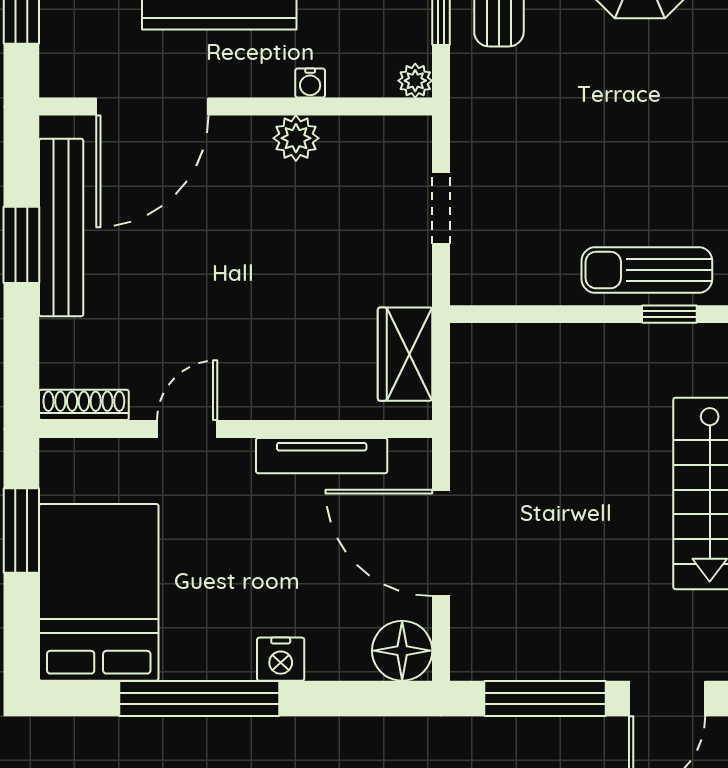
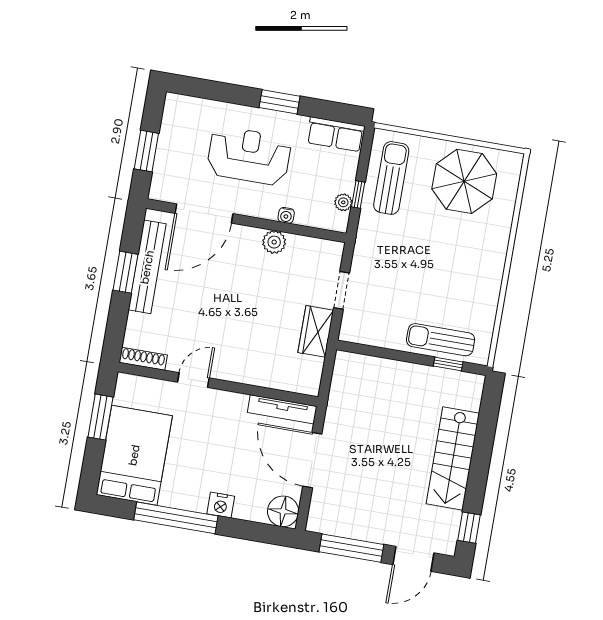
plant: (415, 81) -> (343, 202), moved
wardrobe: (405, 354) -> (316, 331), moved
tv unit: (322, 456) -> (282, 409), moved

